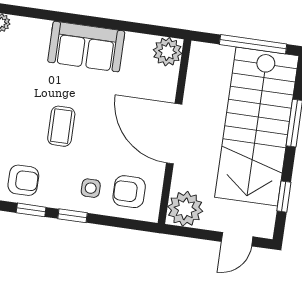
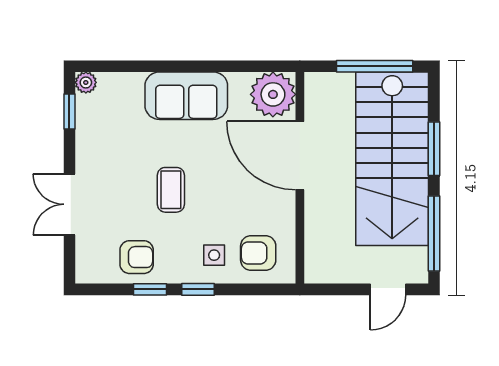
plant: (167, 52) -> (273, 94), width x1.36, depth x1.36
door: (174, 134) -> (300, 156), moved
window: (284, 197) -> (434, 234), width x2.17
plant: (185, 209) -> (324, 263), removed

